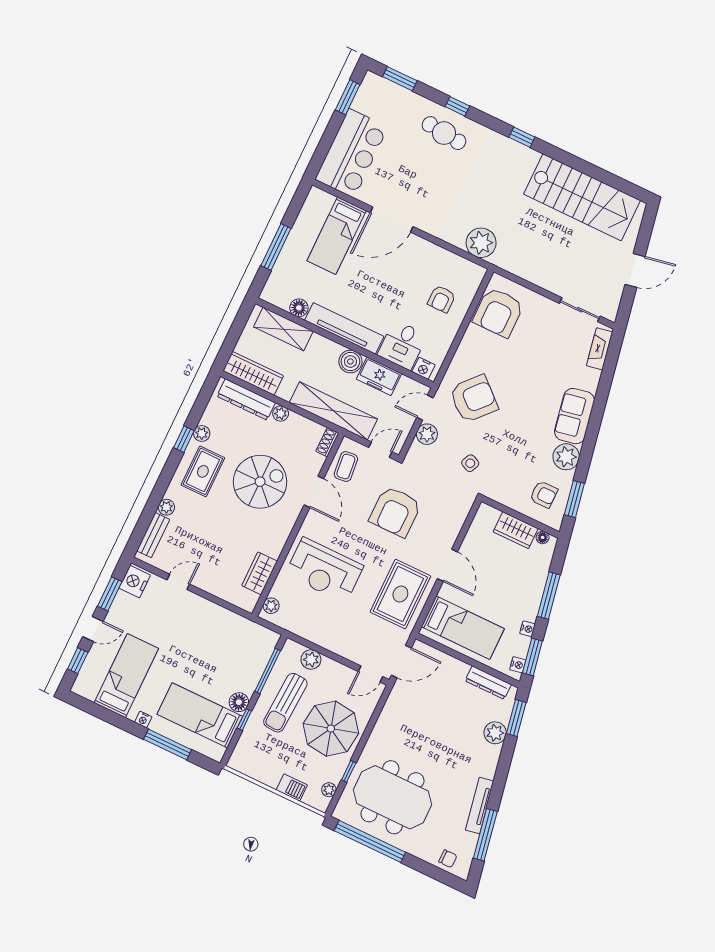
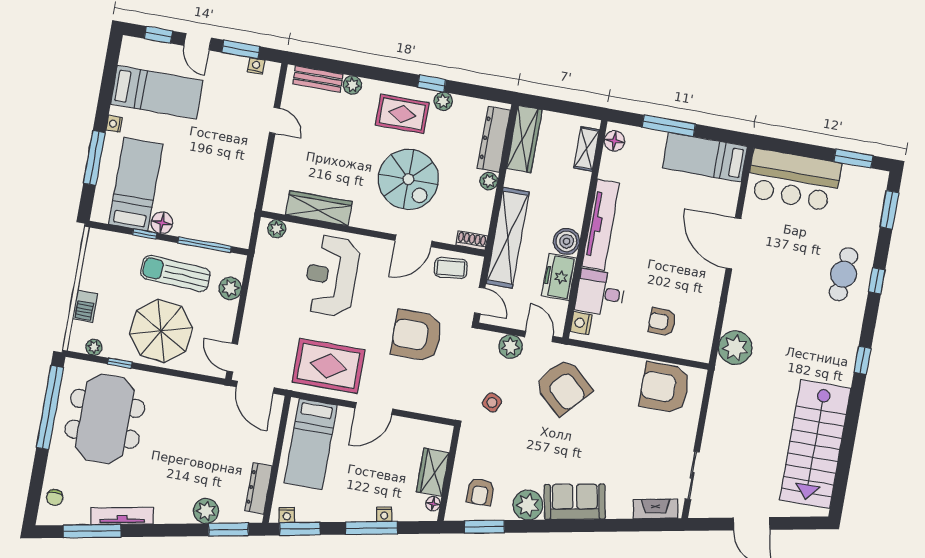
bed: (337, 236) -> (705, 157), moved
floor lamp: (299, 308) -> (614, 141), moved
shelving: (283, 329) -> (587, 149), width x0.67, depth x0.75
wardrobe: (260, 573) -> (319, 208), width x1.50
nightstand: (135, 582) -> (256, 66), width x0.53, depth x0.56
nightstand: (528, 629) -> (384, 514), moved

